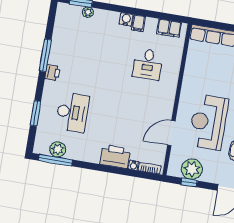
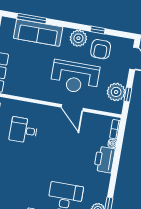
desk: (148, 64) -> (24, 130), turned 180
door: (171, 133) -> (72, 108), moved

